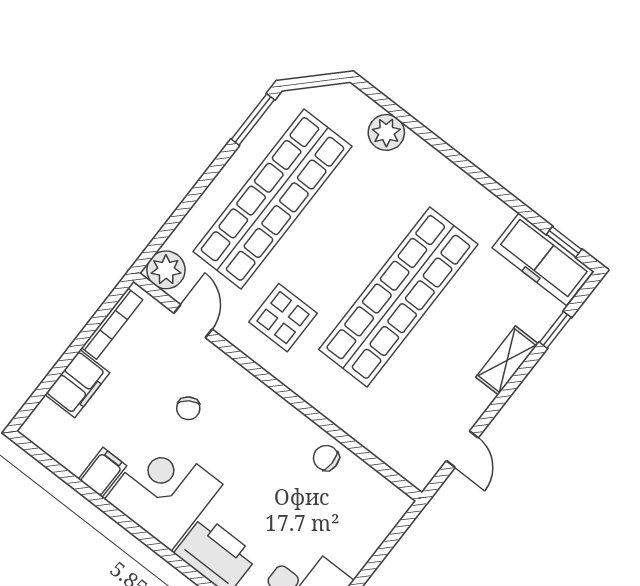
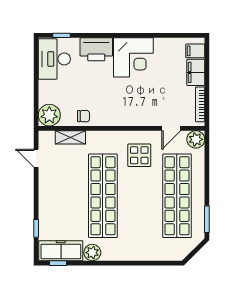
plant: (386, 132) -> (92, 253), moved
door: (193, 321) -> (171, 128), hinge flipped
shelving: (507, 360) -> (70, 137), moved, turned 90
chair: (188, 408) -> (148, 95), removed
filing cabinet: (102, 472) -> (195, 51), moved, turned 90
plant: (383, 505) -> (49, 115), added

